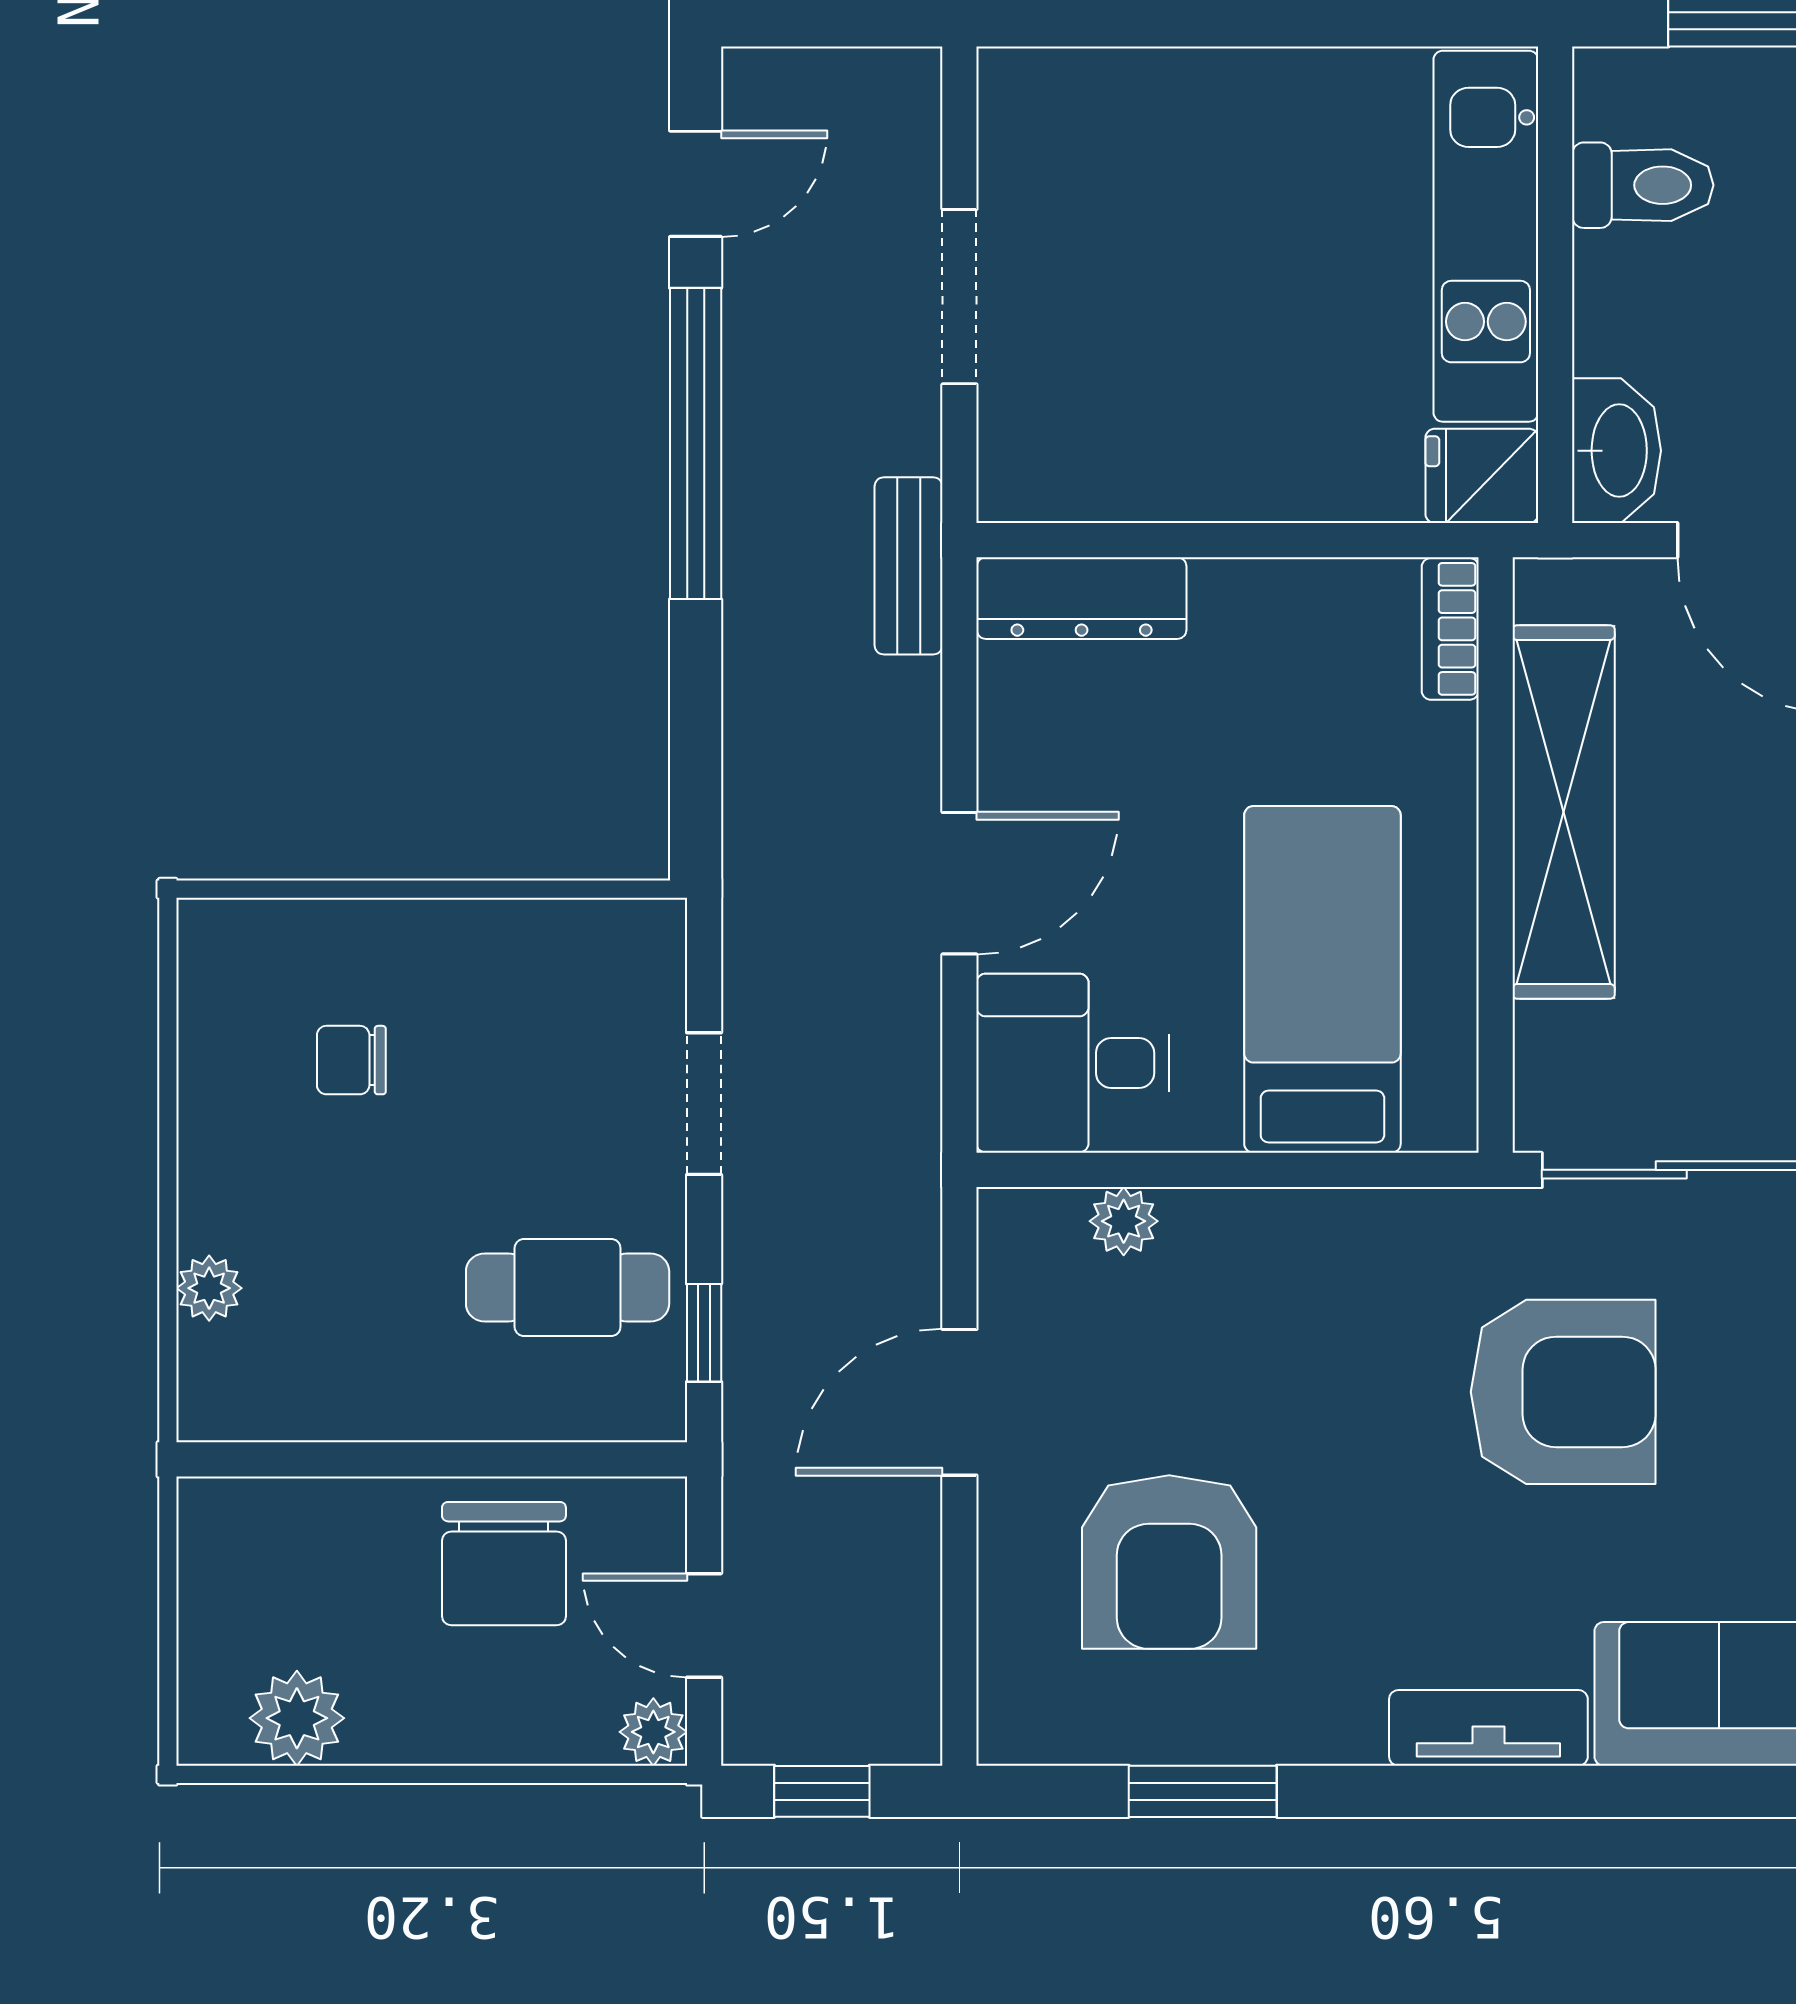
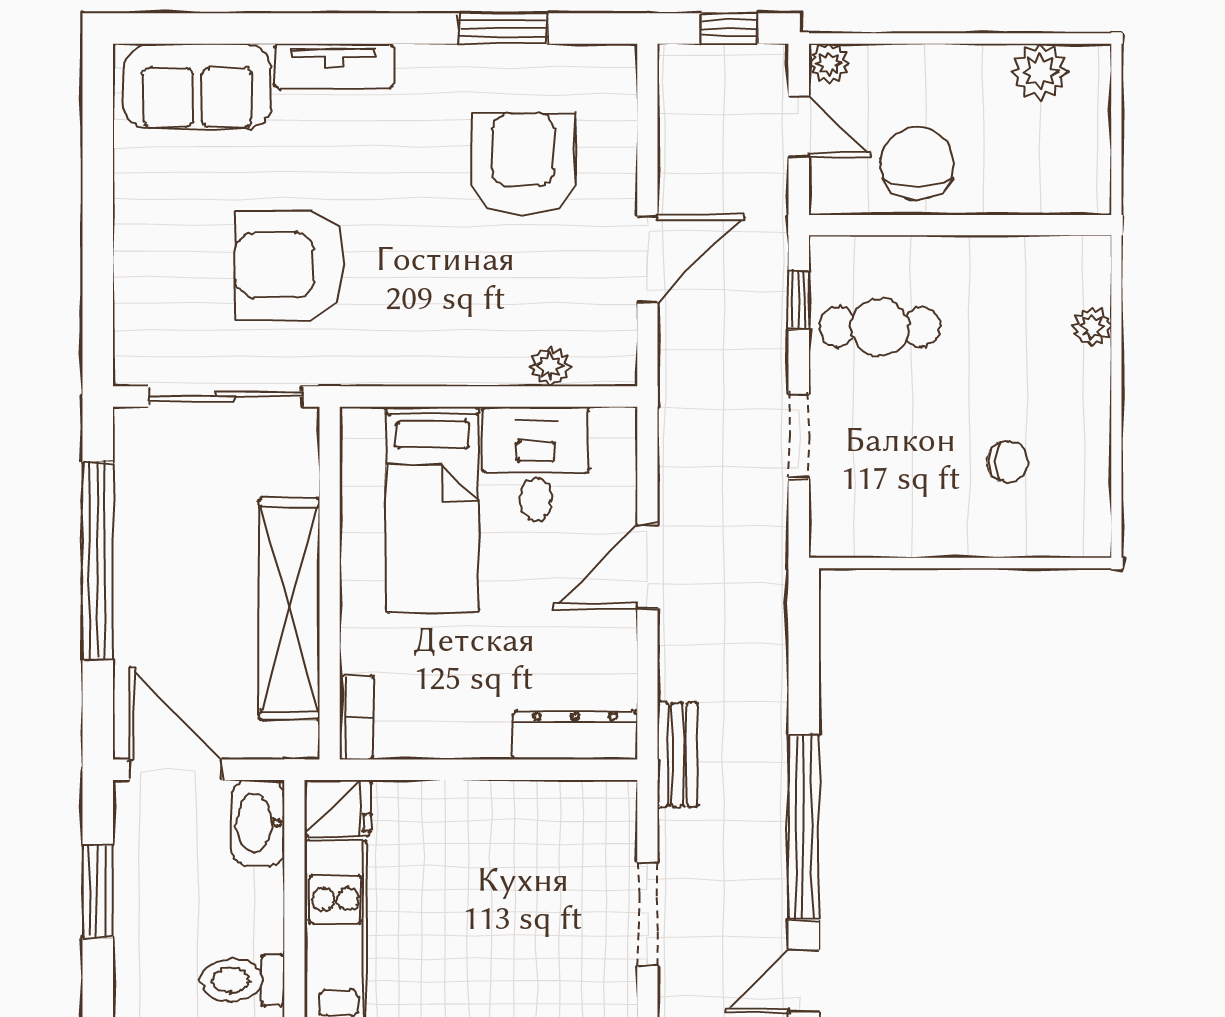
desk: (1073, 1063) -> (536, 464), moved, turned -90

